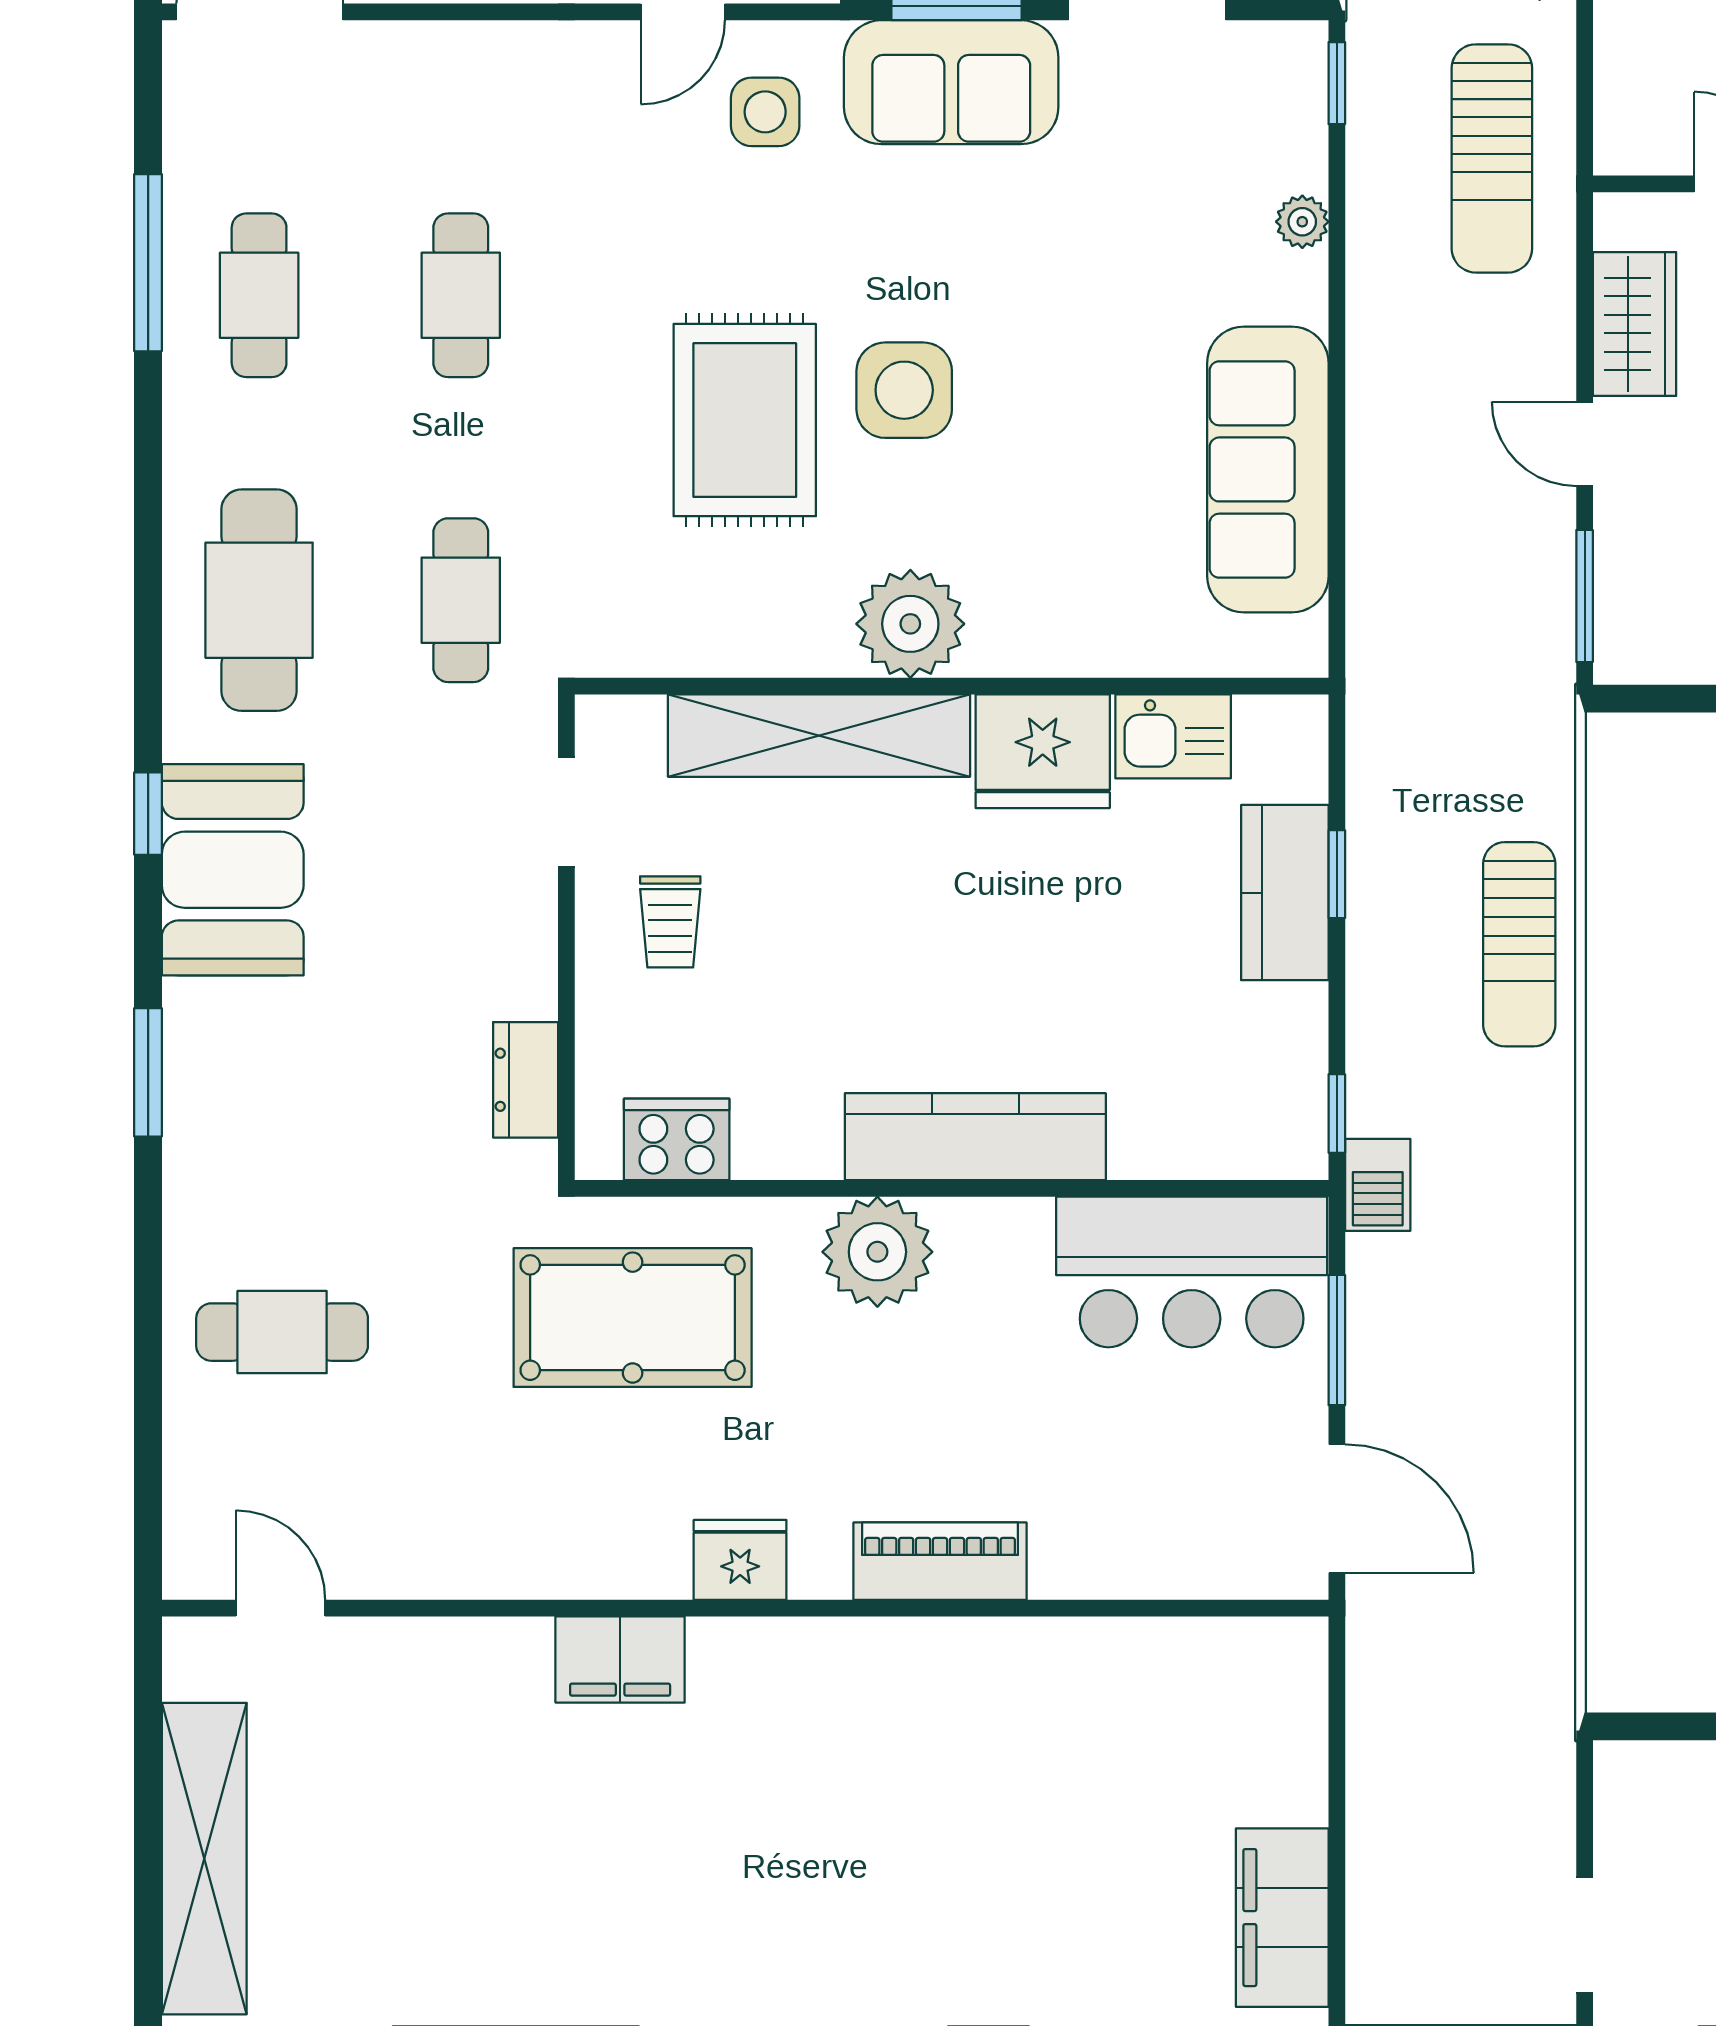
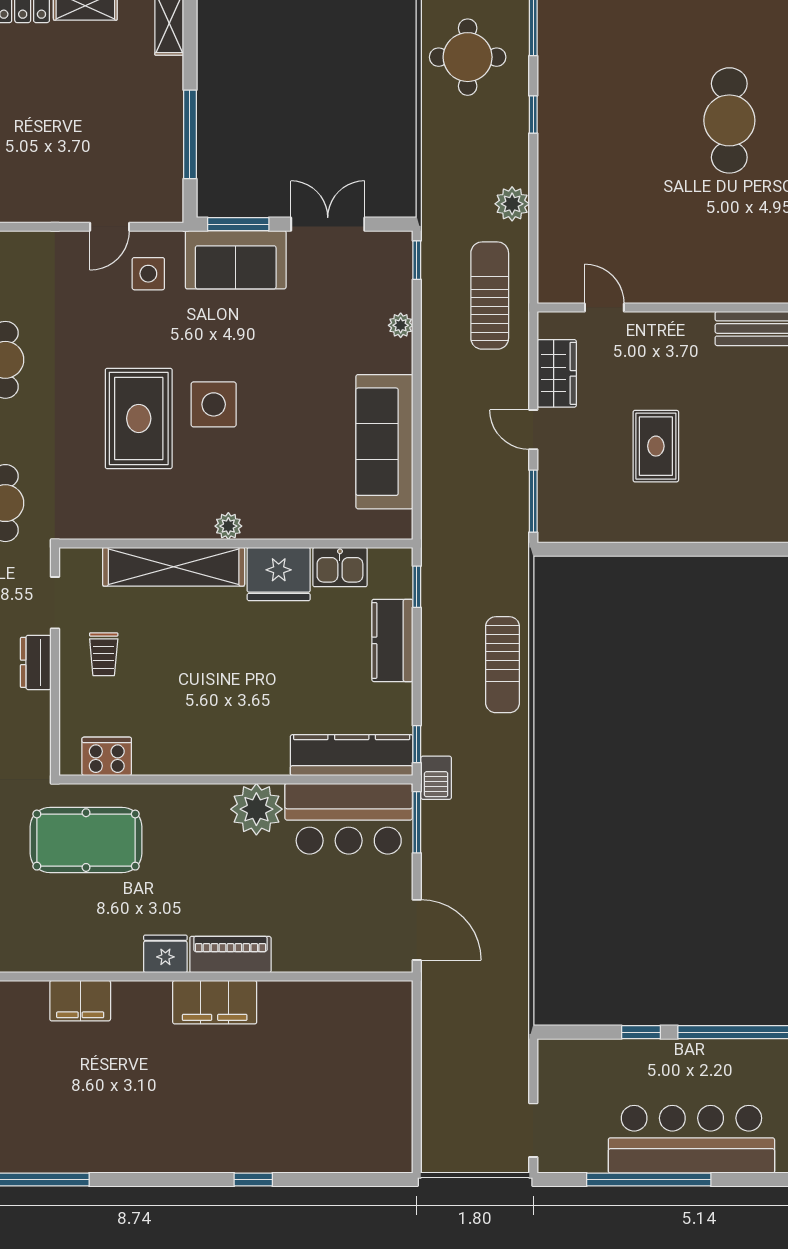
sun lounger: (1492, 158) -> (490, 296), turned 180
plant: (910, 624) -> (228, 526), width x0.53, depth x0.53
window: (1337, 874) -> (417, 587), moved
dresser: (526, 1080) -> (36, 662), moved
kitchen counter: (975, 1137) -> (352, 755), moved
plant: (877, 1252) -> (256, 809), moved
window: (1337, 1340) -> (417, 822), moved
fridge: (740, 1560) -> (165, 954), moved
filing cabinet: (1282, 1918) -> (215, 1002), moved, turned -90

